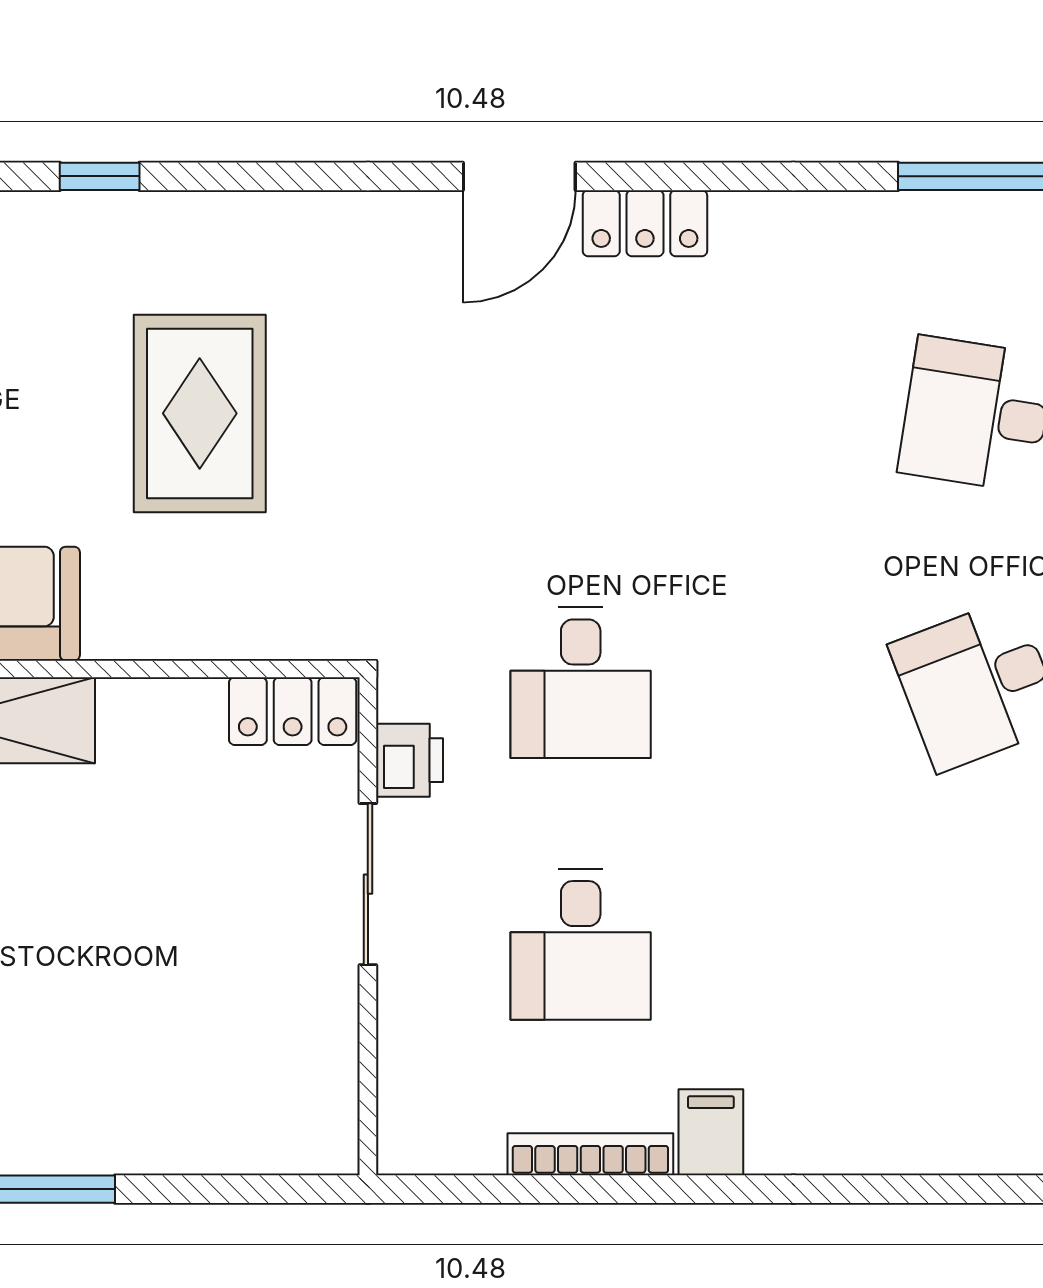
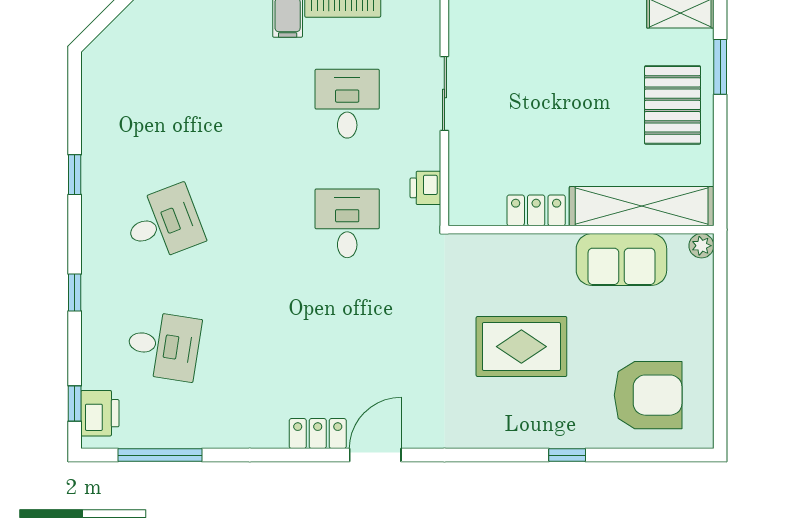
rug: (200, 413) -> (521, 347), turned 90
locker: (293, 711) -> (536, 210), moved
sliding door: (368, 884) -> (444, 94), moved

